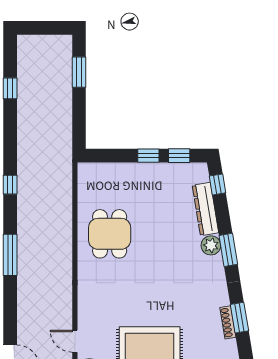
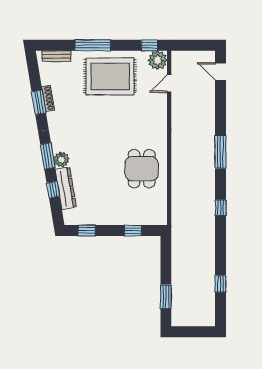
window: (148, 156) -> (133, 231), moved
window: (218, 184) -> (53, 190), moved
door: (75, 341) -> (169, 83), swing flipped

